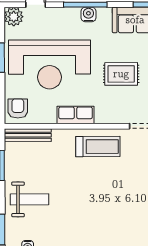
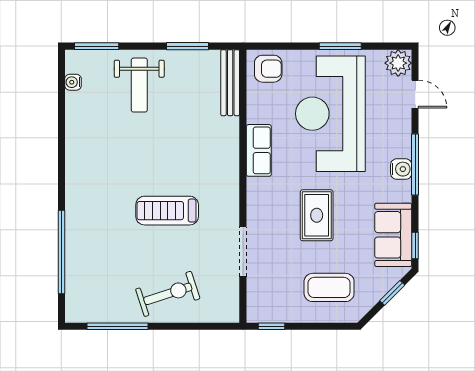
treadmill: (98, 147) -> (167, 211), moved, turned 90

